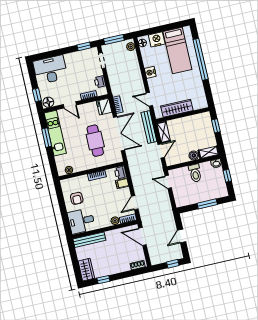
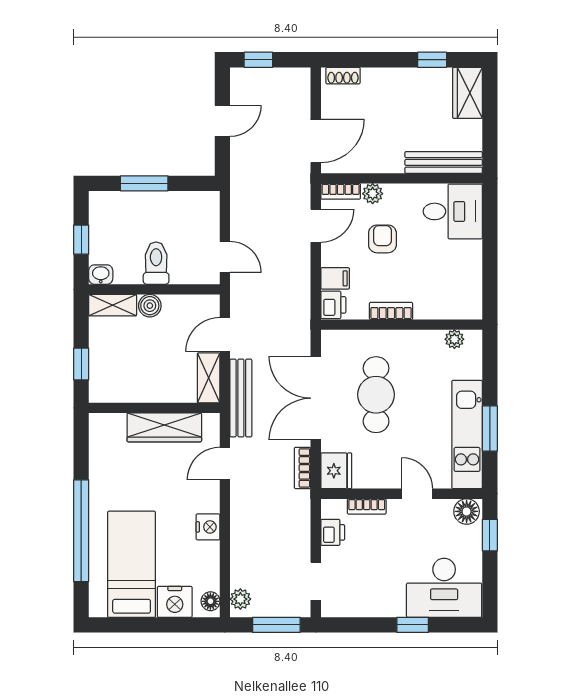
window: (84, 46) -> (413, 625), moved
door: (149, 99) -> (225, 464), swing flipped
armchair: (77, 198) -> (382, 239), moved
door: (142, 236) -> (316, 141), hinge flipped

